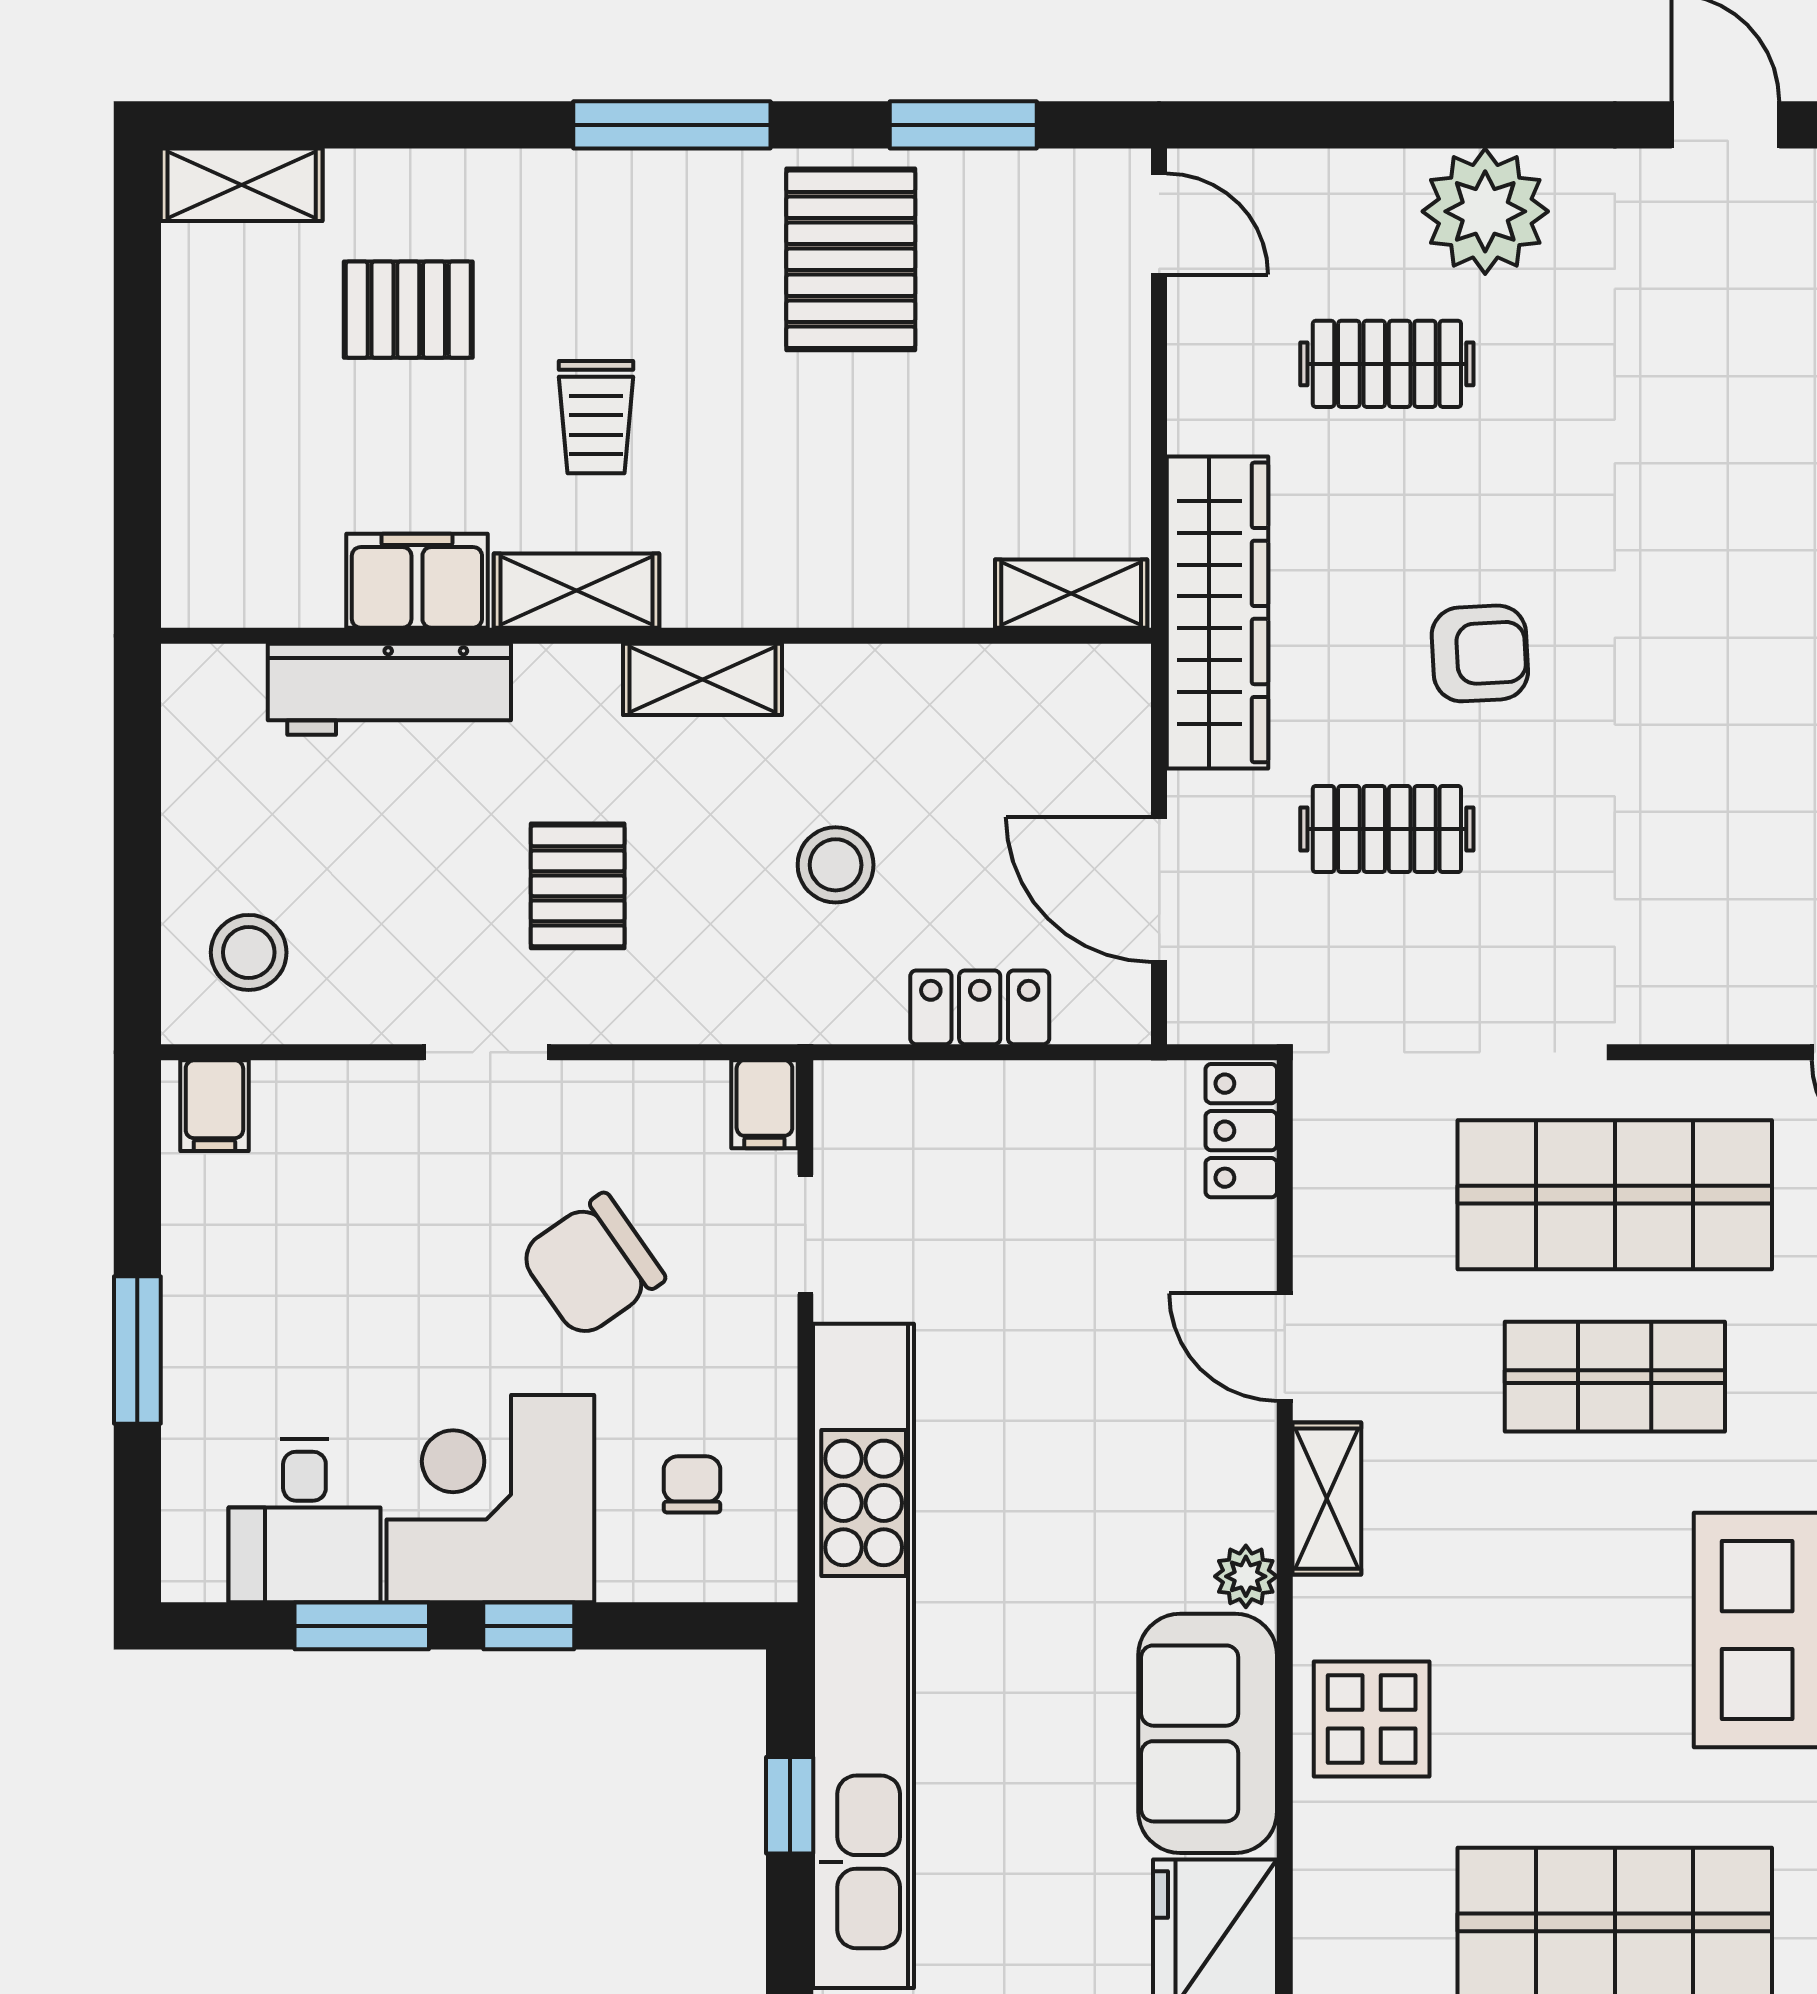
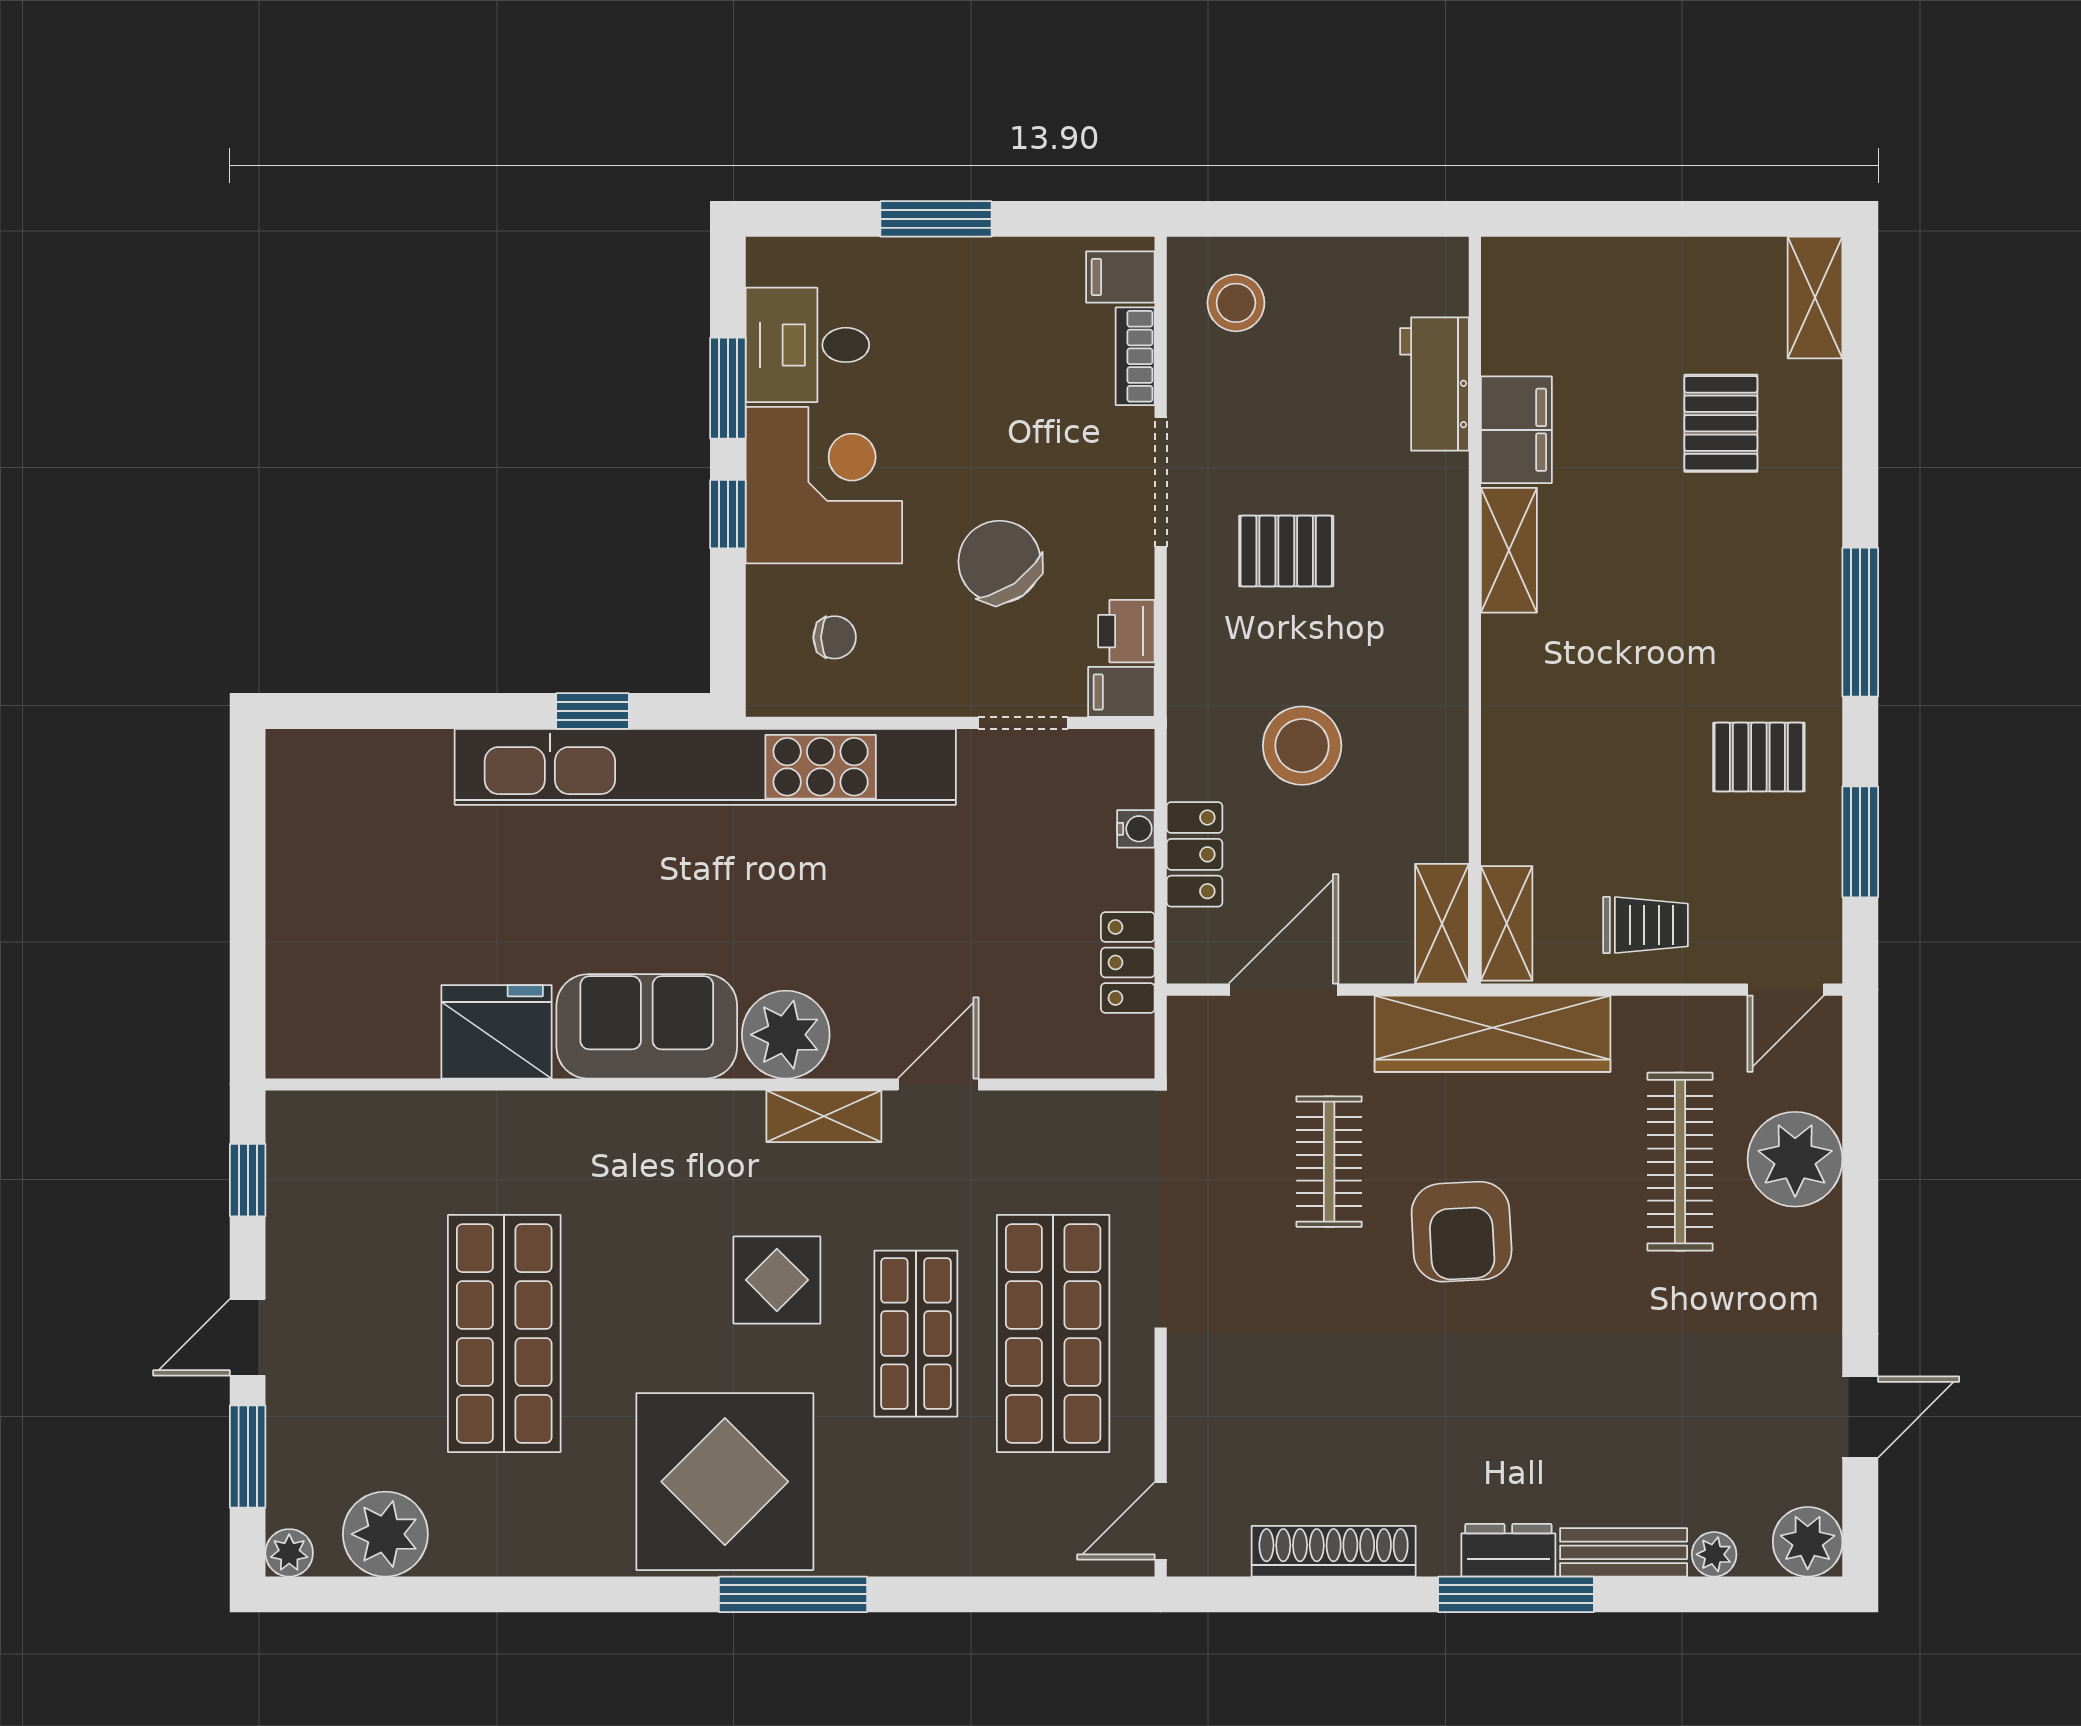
plant: (1485, 211) -> (1795, 1159), moved
pallet: (851, 259) -> (1759, 757), width x0.67, depth x0.71
clothes rail: (1387, 364) -> (1680, 1162), width x1.36
trolley: (596, 417) -> (1646, 925), moved, turned 180
armchair: (1480, 653) -> (1462, 1232), width x1.38, depth x1.38
shelving: (702, 679) -> (1442, 924), moved
workbench: (389, 689) -> (1435, 384), width x0.73
stool: (836, 865) -> (1302, 746), width x1.38, depth x1.38
doorway: (487, 1052) -> (1161, 482), width x1.38
water cooler: (946, 1085) -> (1136, 829), added
bookcase: (320, 1086) -> (1135, 356), added
printer: (684, 1098) -> (1126, 631), added
locker: (1241, 1131) -> (1128, 962), moved, turned -90
plant: (1246, 1576) -> (786, 1035), width x1.87, depth x1.87
display table: (1372, 1719) -> (777, 1280), moved

